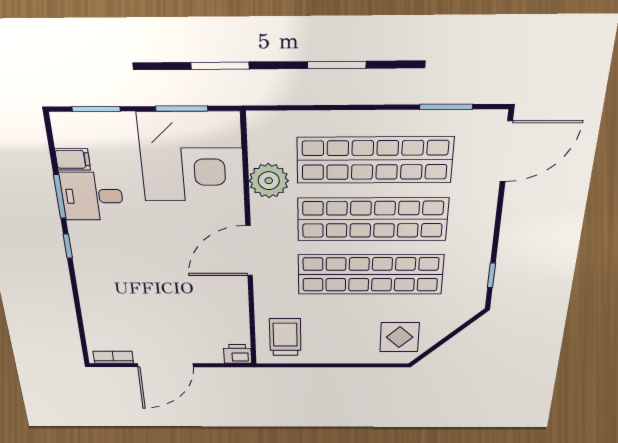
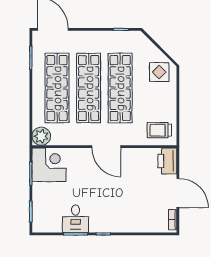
corner desk: (192, 157) -> (49, 165), width x0.74, depth x0.74
filing cabinet: (73, 159) -> (56, 225), removed
plant: (269, 181) -> (41, 136), moved
printer: (238, 354) -> (167, 161), width x1.87, depth x1.48

